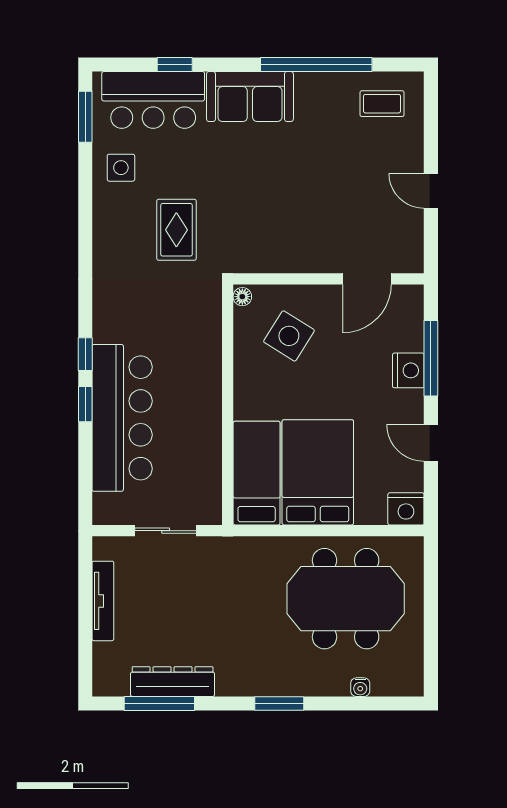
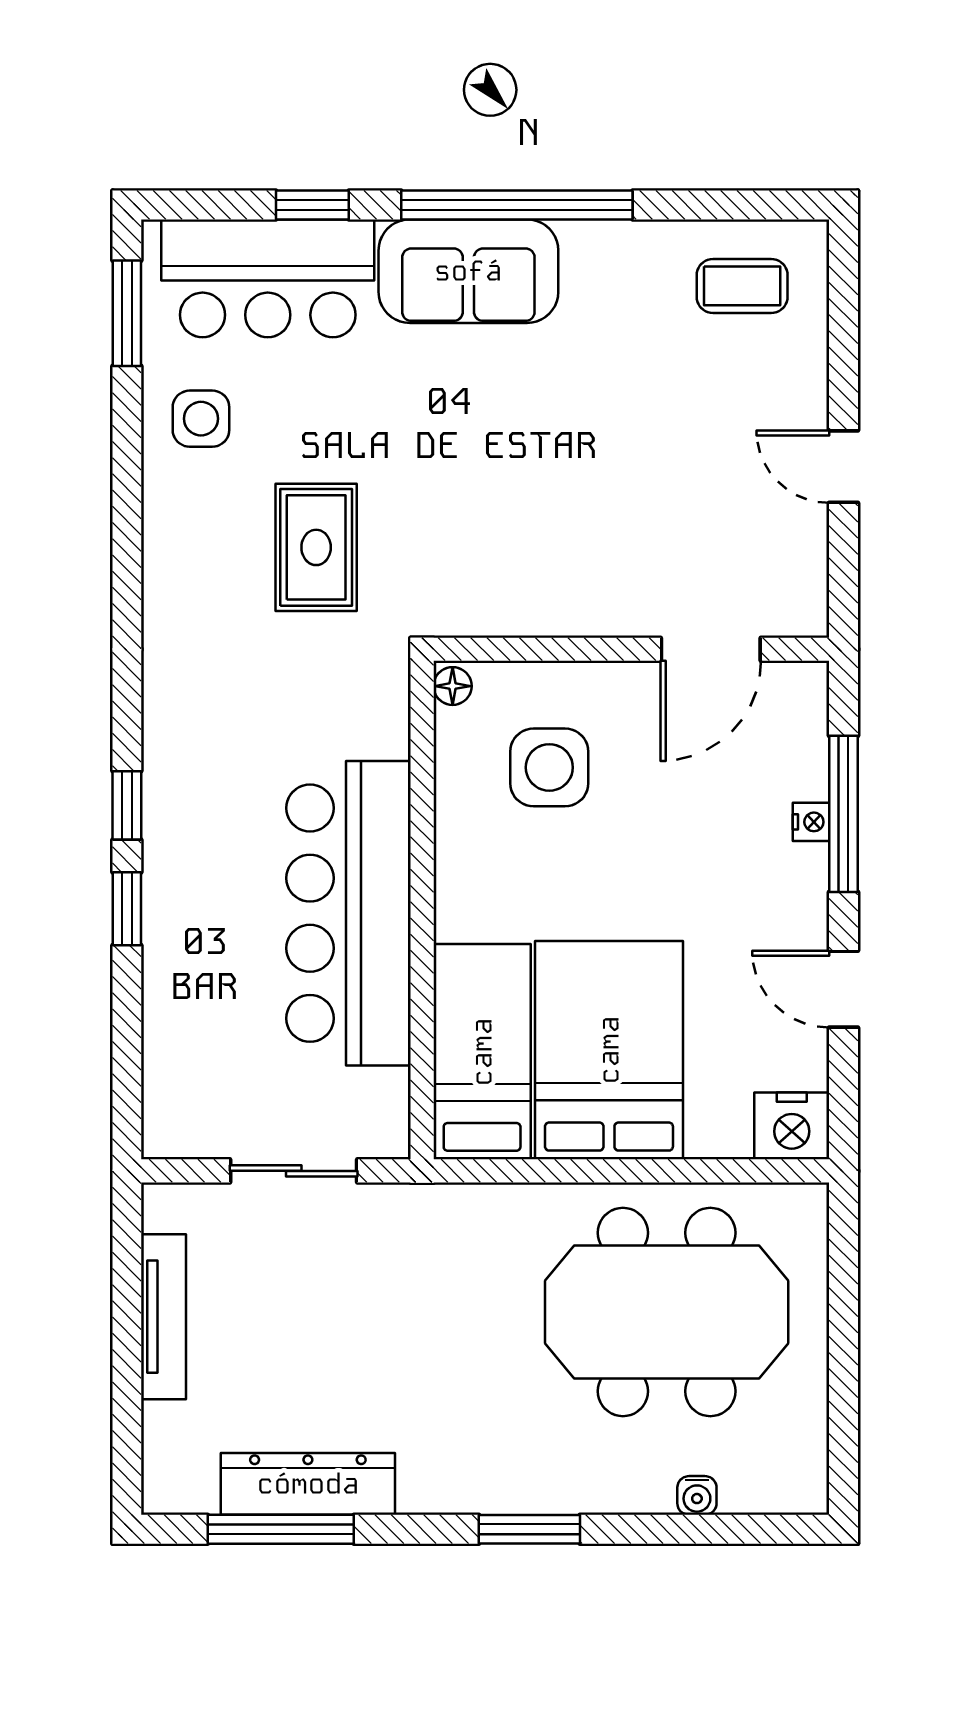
window: (316, 65) -> (517, 205), moved
side table: (289, 336) -> (549, 767), turned -32
nightstand: (408, 370) -> (811, 822), width x0.53, depth x0.56
bar counter: (122, 418) -> (349, 913), moved, turned 180

